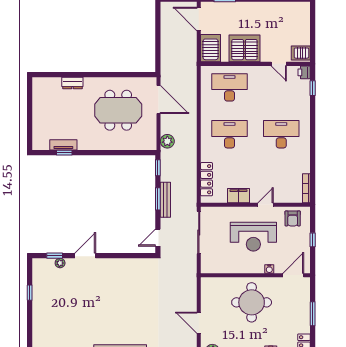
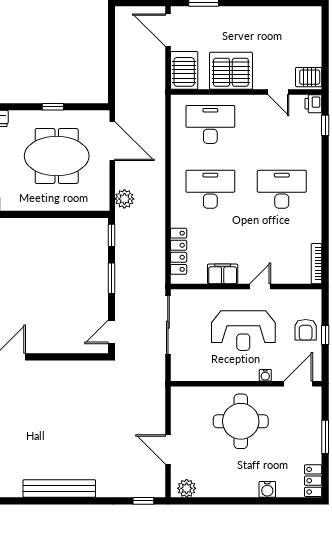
window: (115, 75) -> (53, 107), added
bench: (165, 200) -> (122, 280), removed
armchair: (293, 218) -> (306, 330), moved

